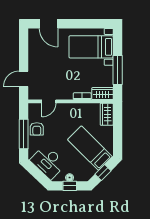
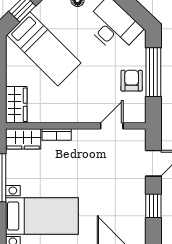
window: (24, 53) -> (153, 206), added

